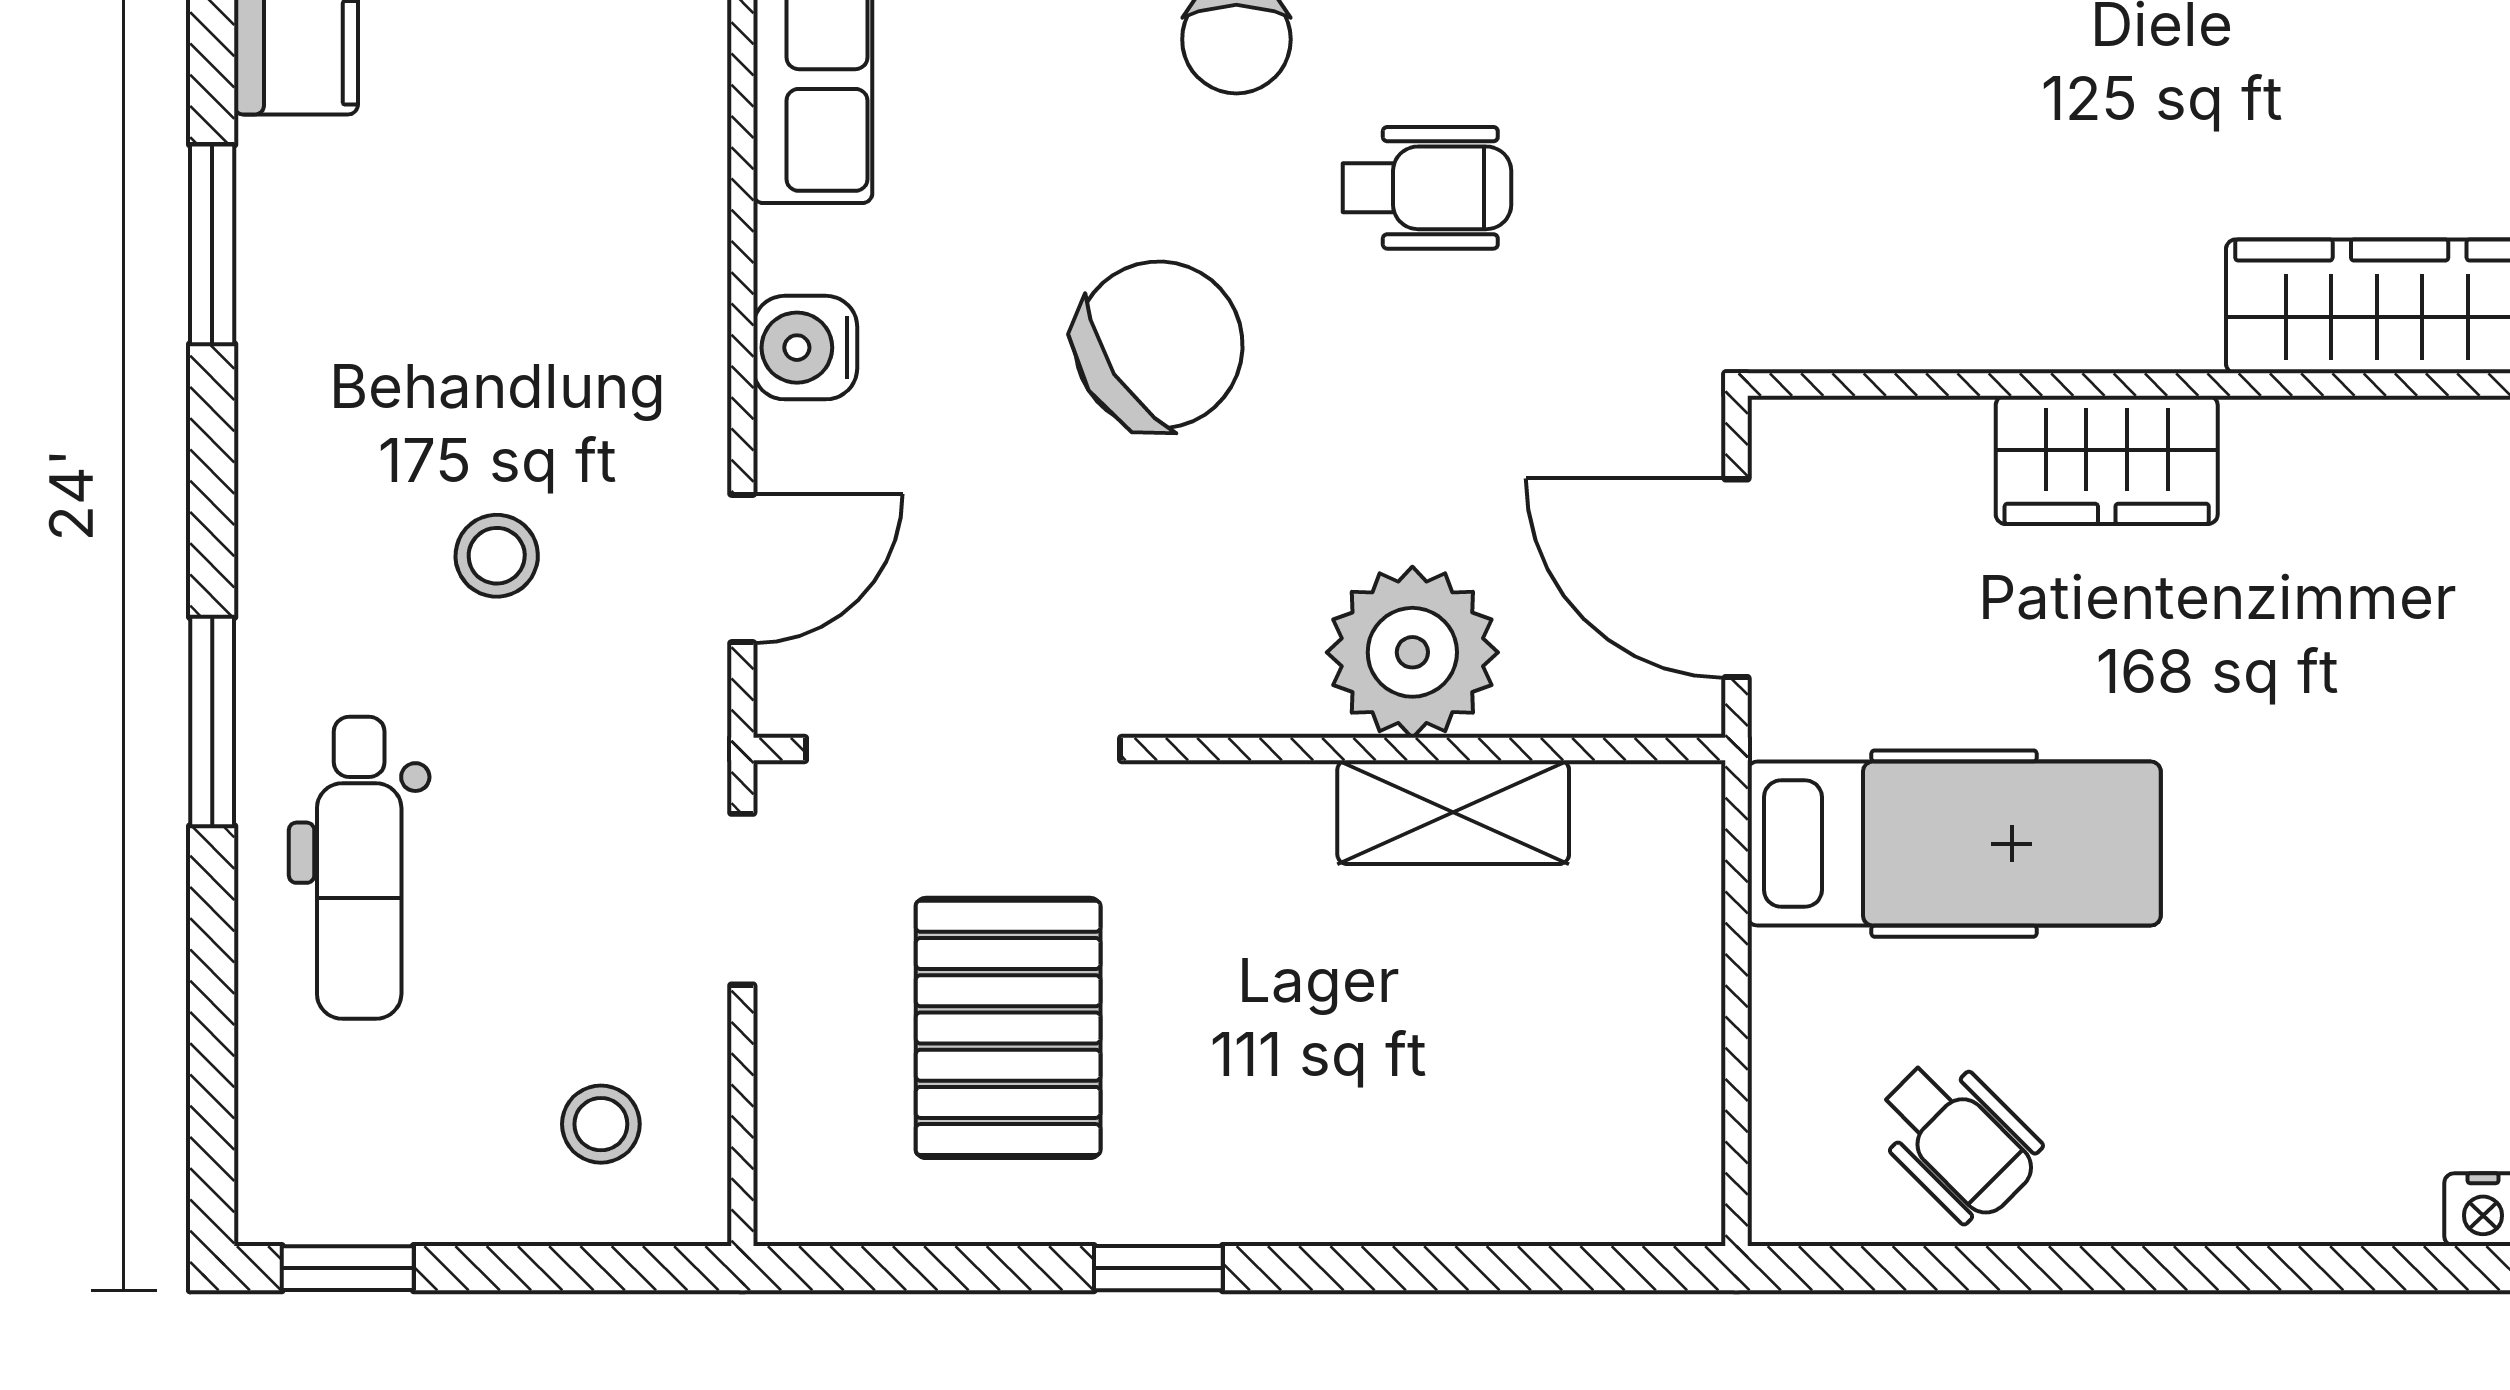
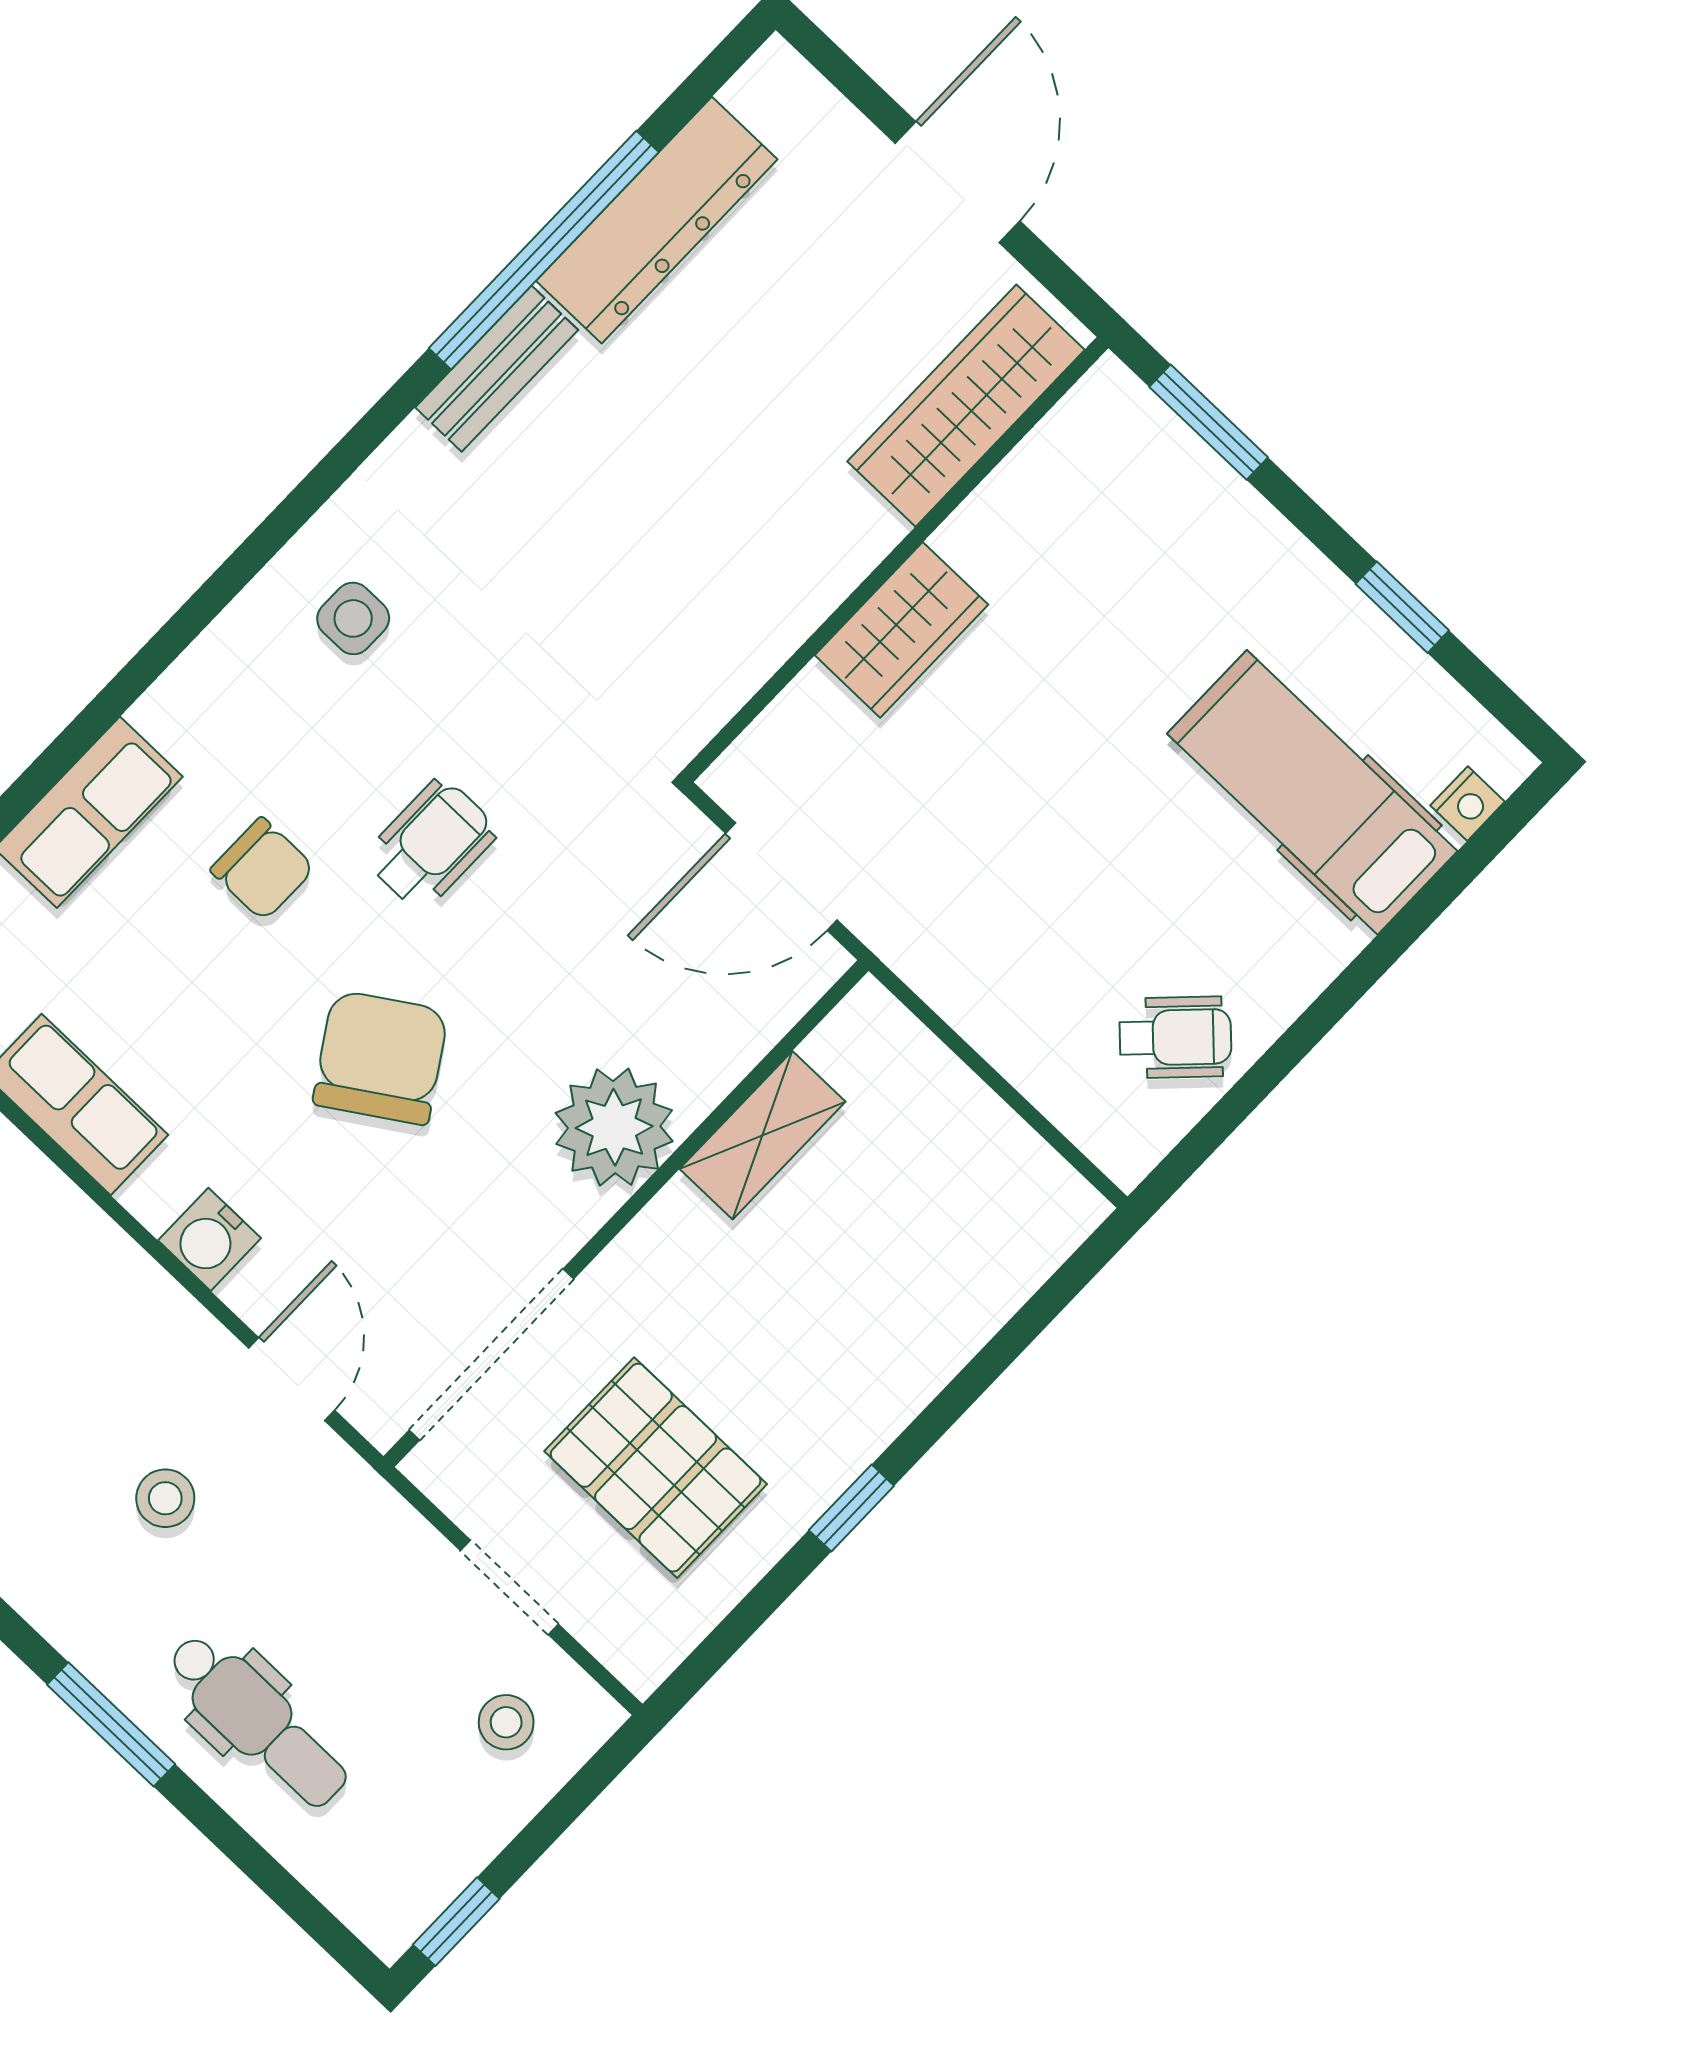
plant: (1412, 652) -> (614, 1127), moved
hospital bed: (1954, 844) -> (1312, 792), moved, turned -90
doorway: (742, 899) -> (509, 1587), moved

